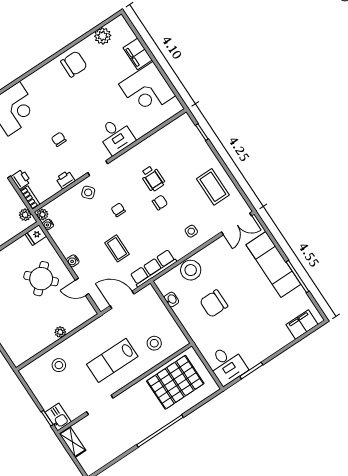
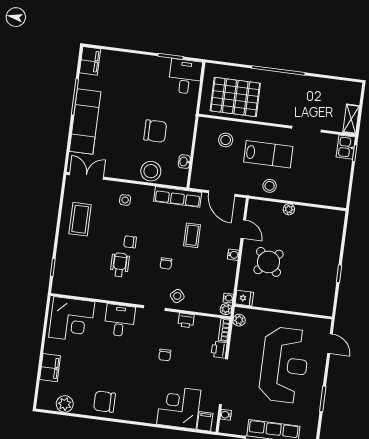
corner desk: (147, 90) -> (72, 319), moved, turned 90
filing cabinet: (302, 324) -> (90, 61), moved, turned -90
stool: (59, 365) -> (270, 186), moved

